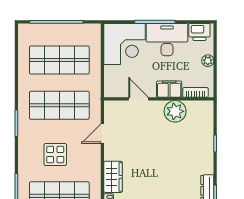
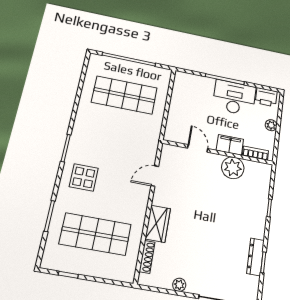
corner desk: (125, 44) -> (192, 93), removed
shop shelf: (59, 105) -> (115, 139), removed
display table: (55, 155) -> (84, 177), moved

